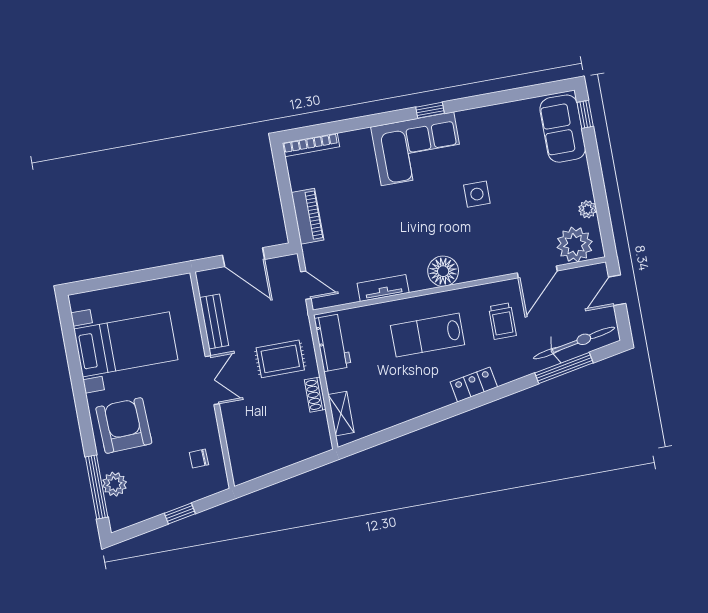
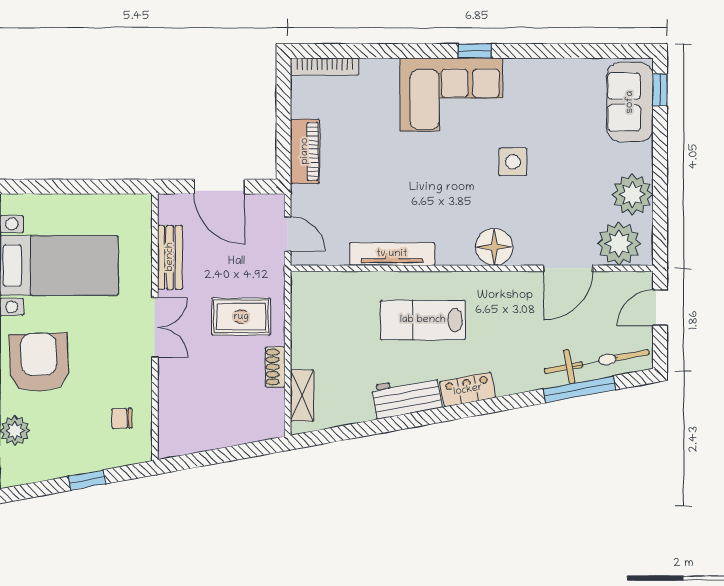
plant: (587, 209) -> (632, 195), width x1.87, depth x1.87
floor lamp: (443, 271) -> (494, 247), moved
tv unit: (383, 288) -> (392, 254), width x1.41
trolley: (502, 321) -> (516, 320), removed
workbench: (333, 343) -> (407, 397), moved, turned -100

